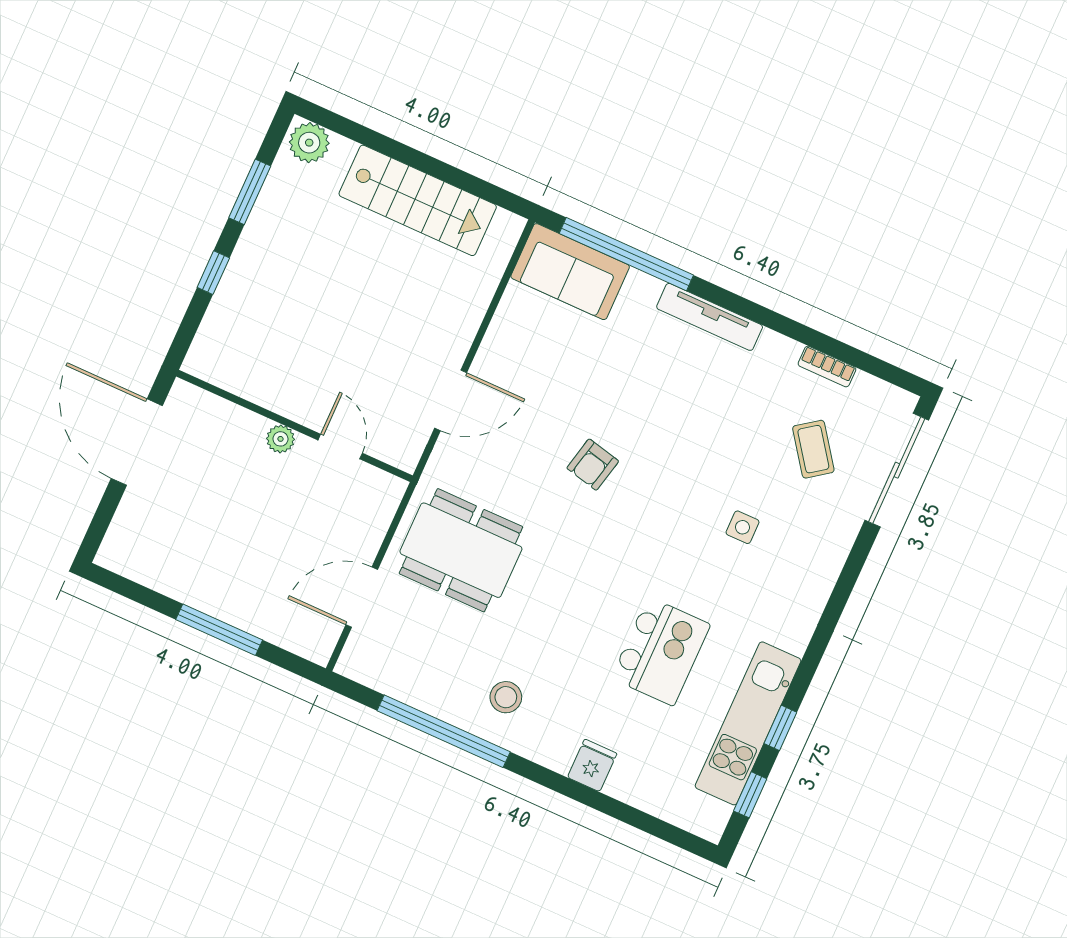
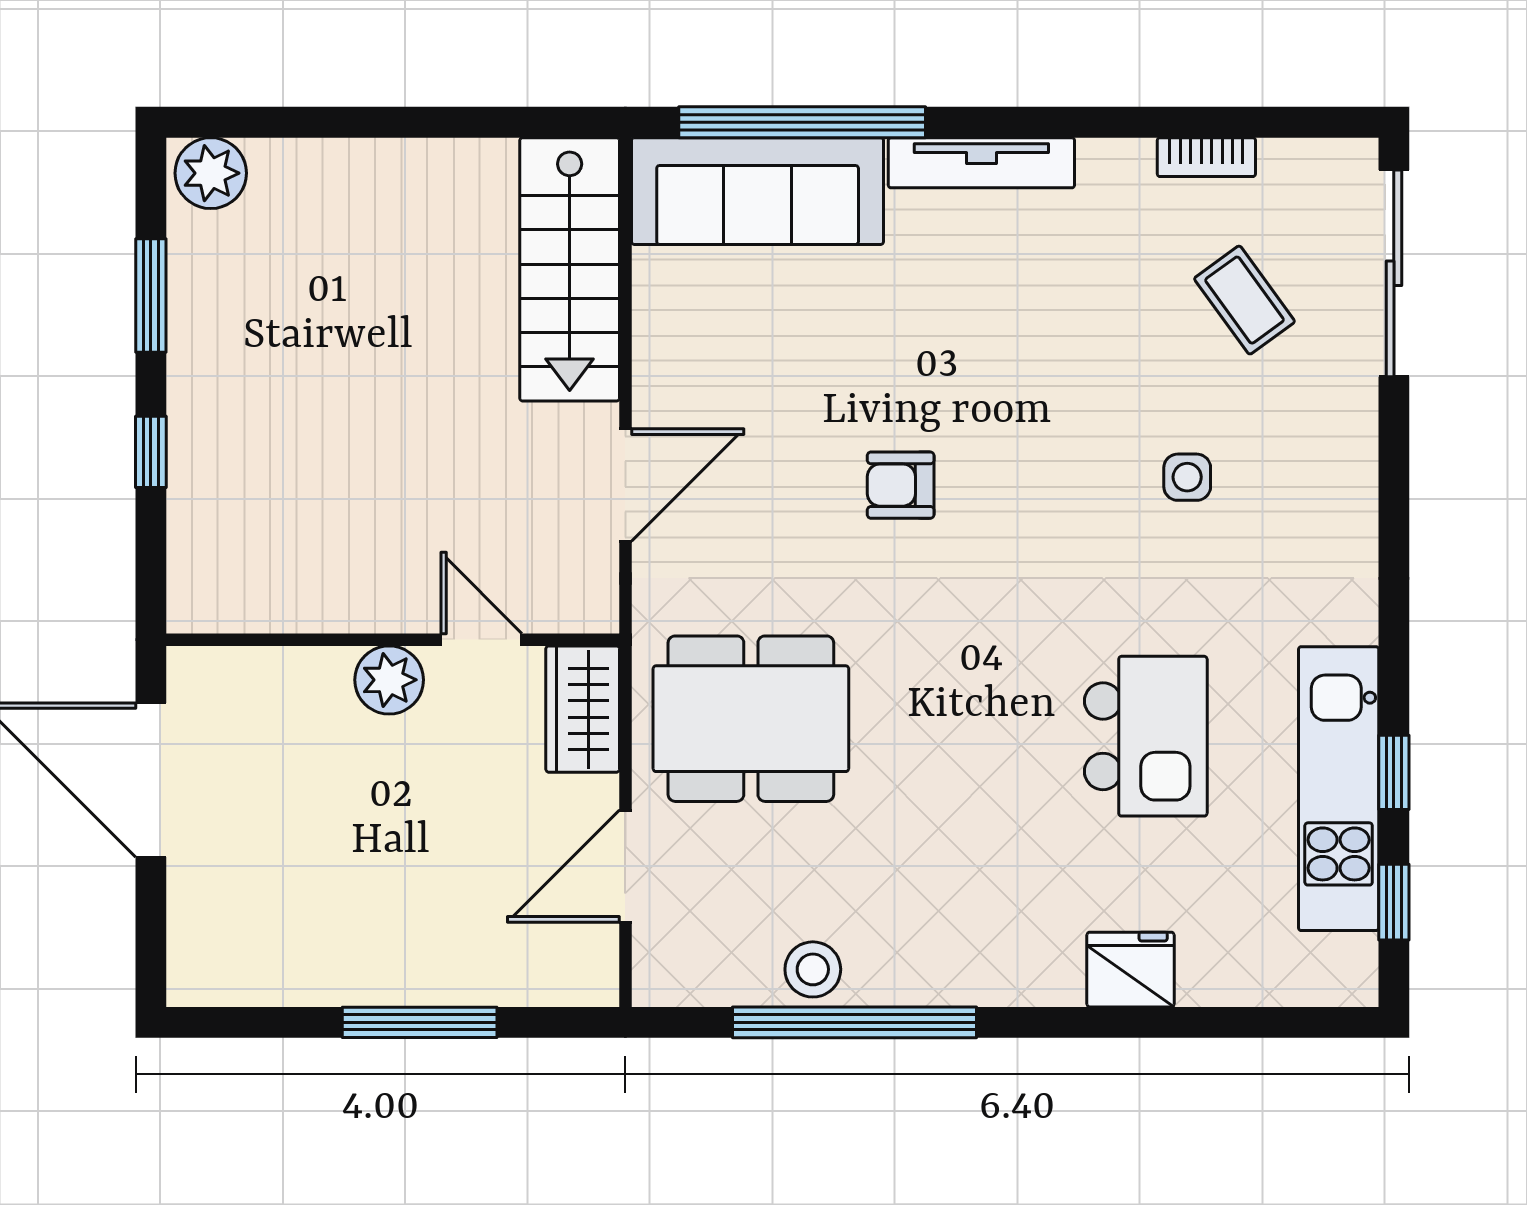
stairs: (418, 200) -> (570, 269), moved, turned 90
sofa: (570, 272) -> (758, 191), width x1.36
plant: (281, 439) -> (389, 680), width x1.38, depth x1.38
armchair: (593, 465) -> (901, 485), turned 77
wardrobe: (376, 506) -> (583, 709), added
stool: (506, 697) -> (813, 969), moved
fridge: (592, 765) -> (1130, 970), width x1.38

